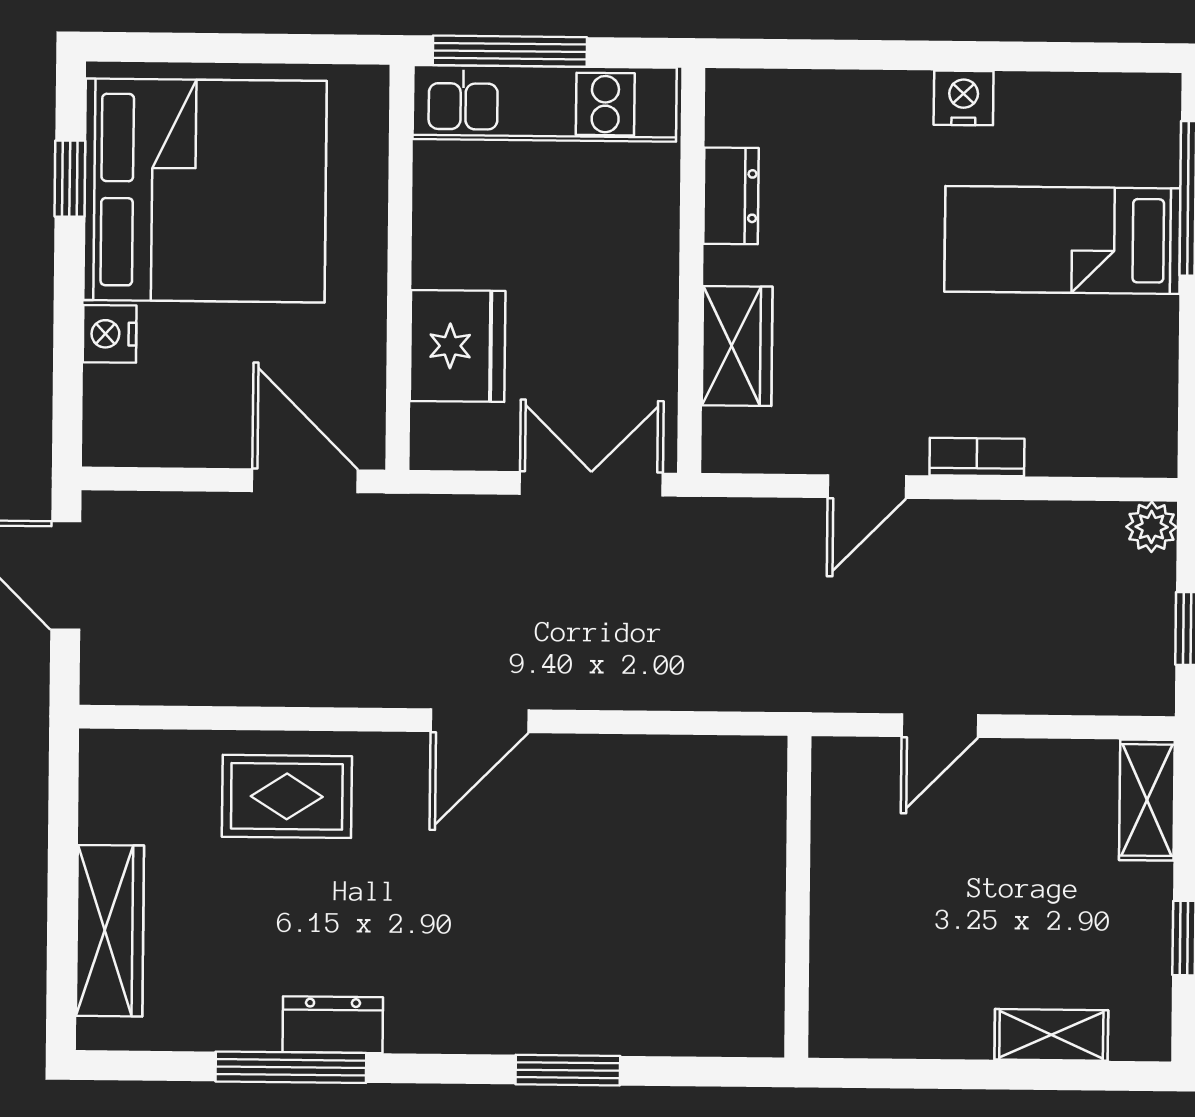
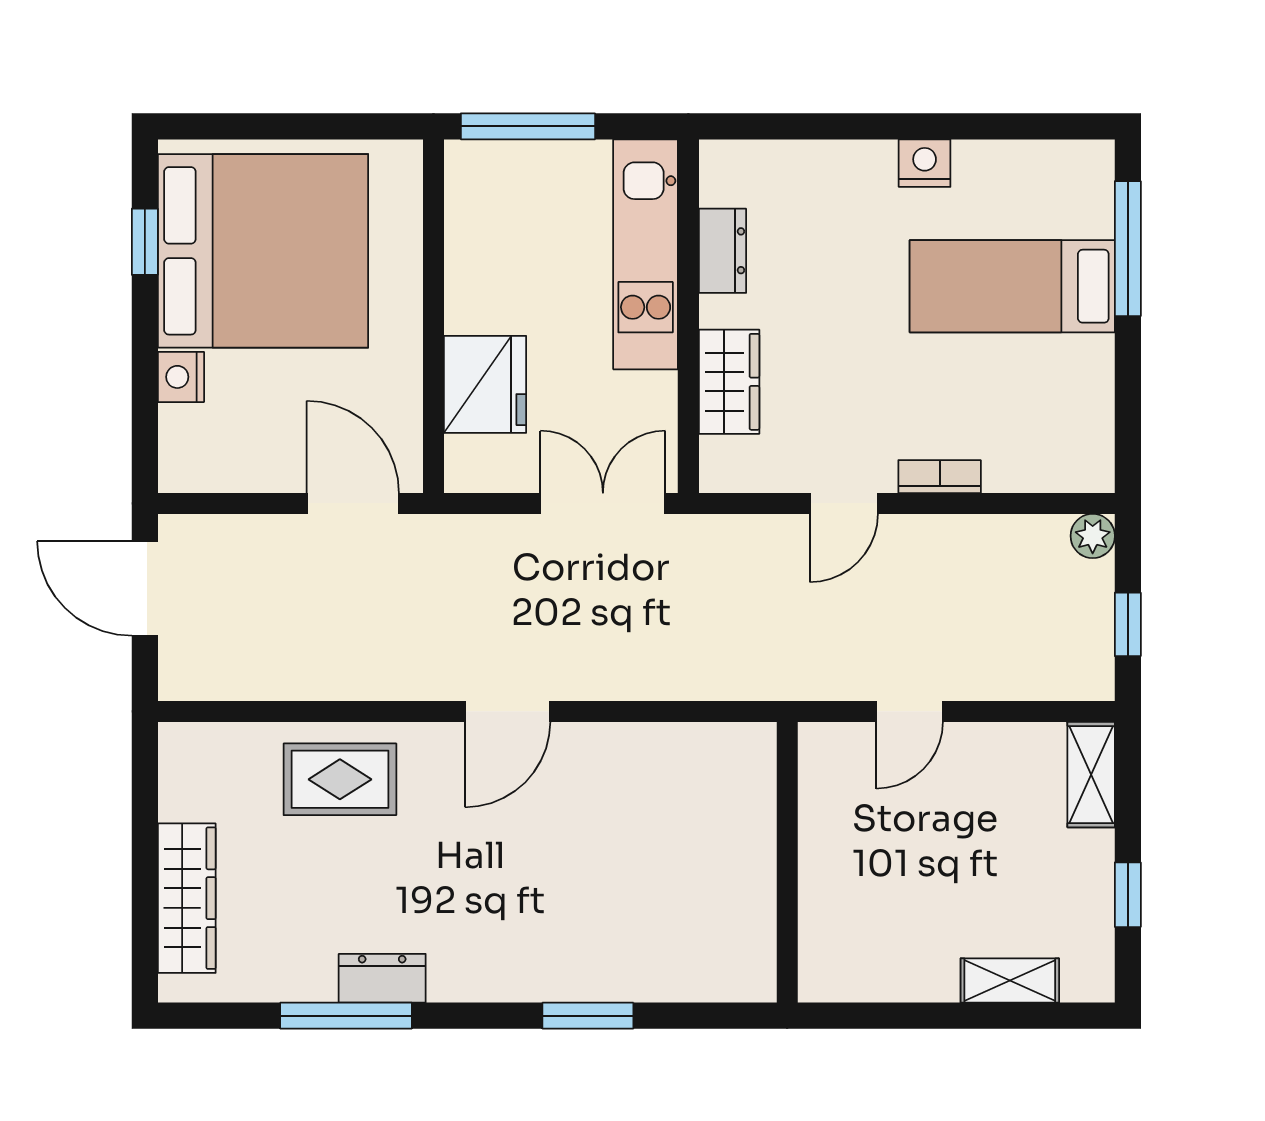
kitchen unit: (545, 103) -> (646, 254), moved, turned 90

